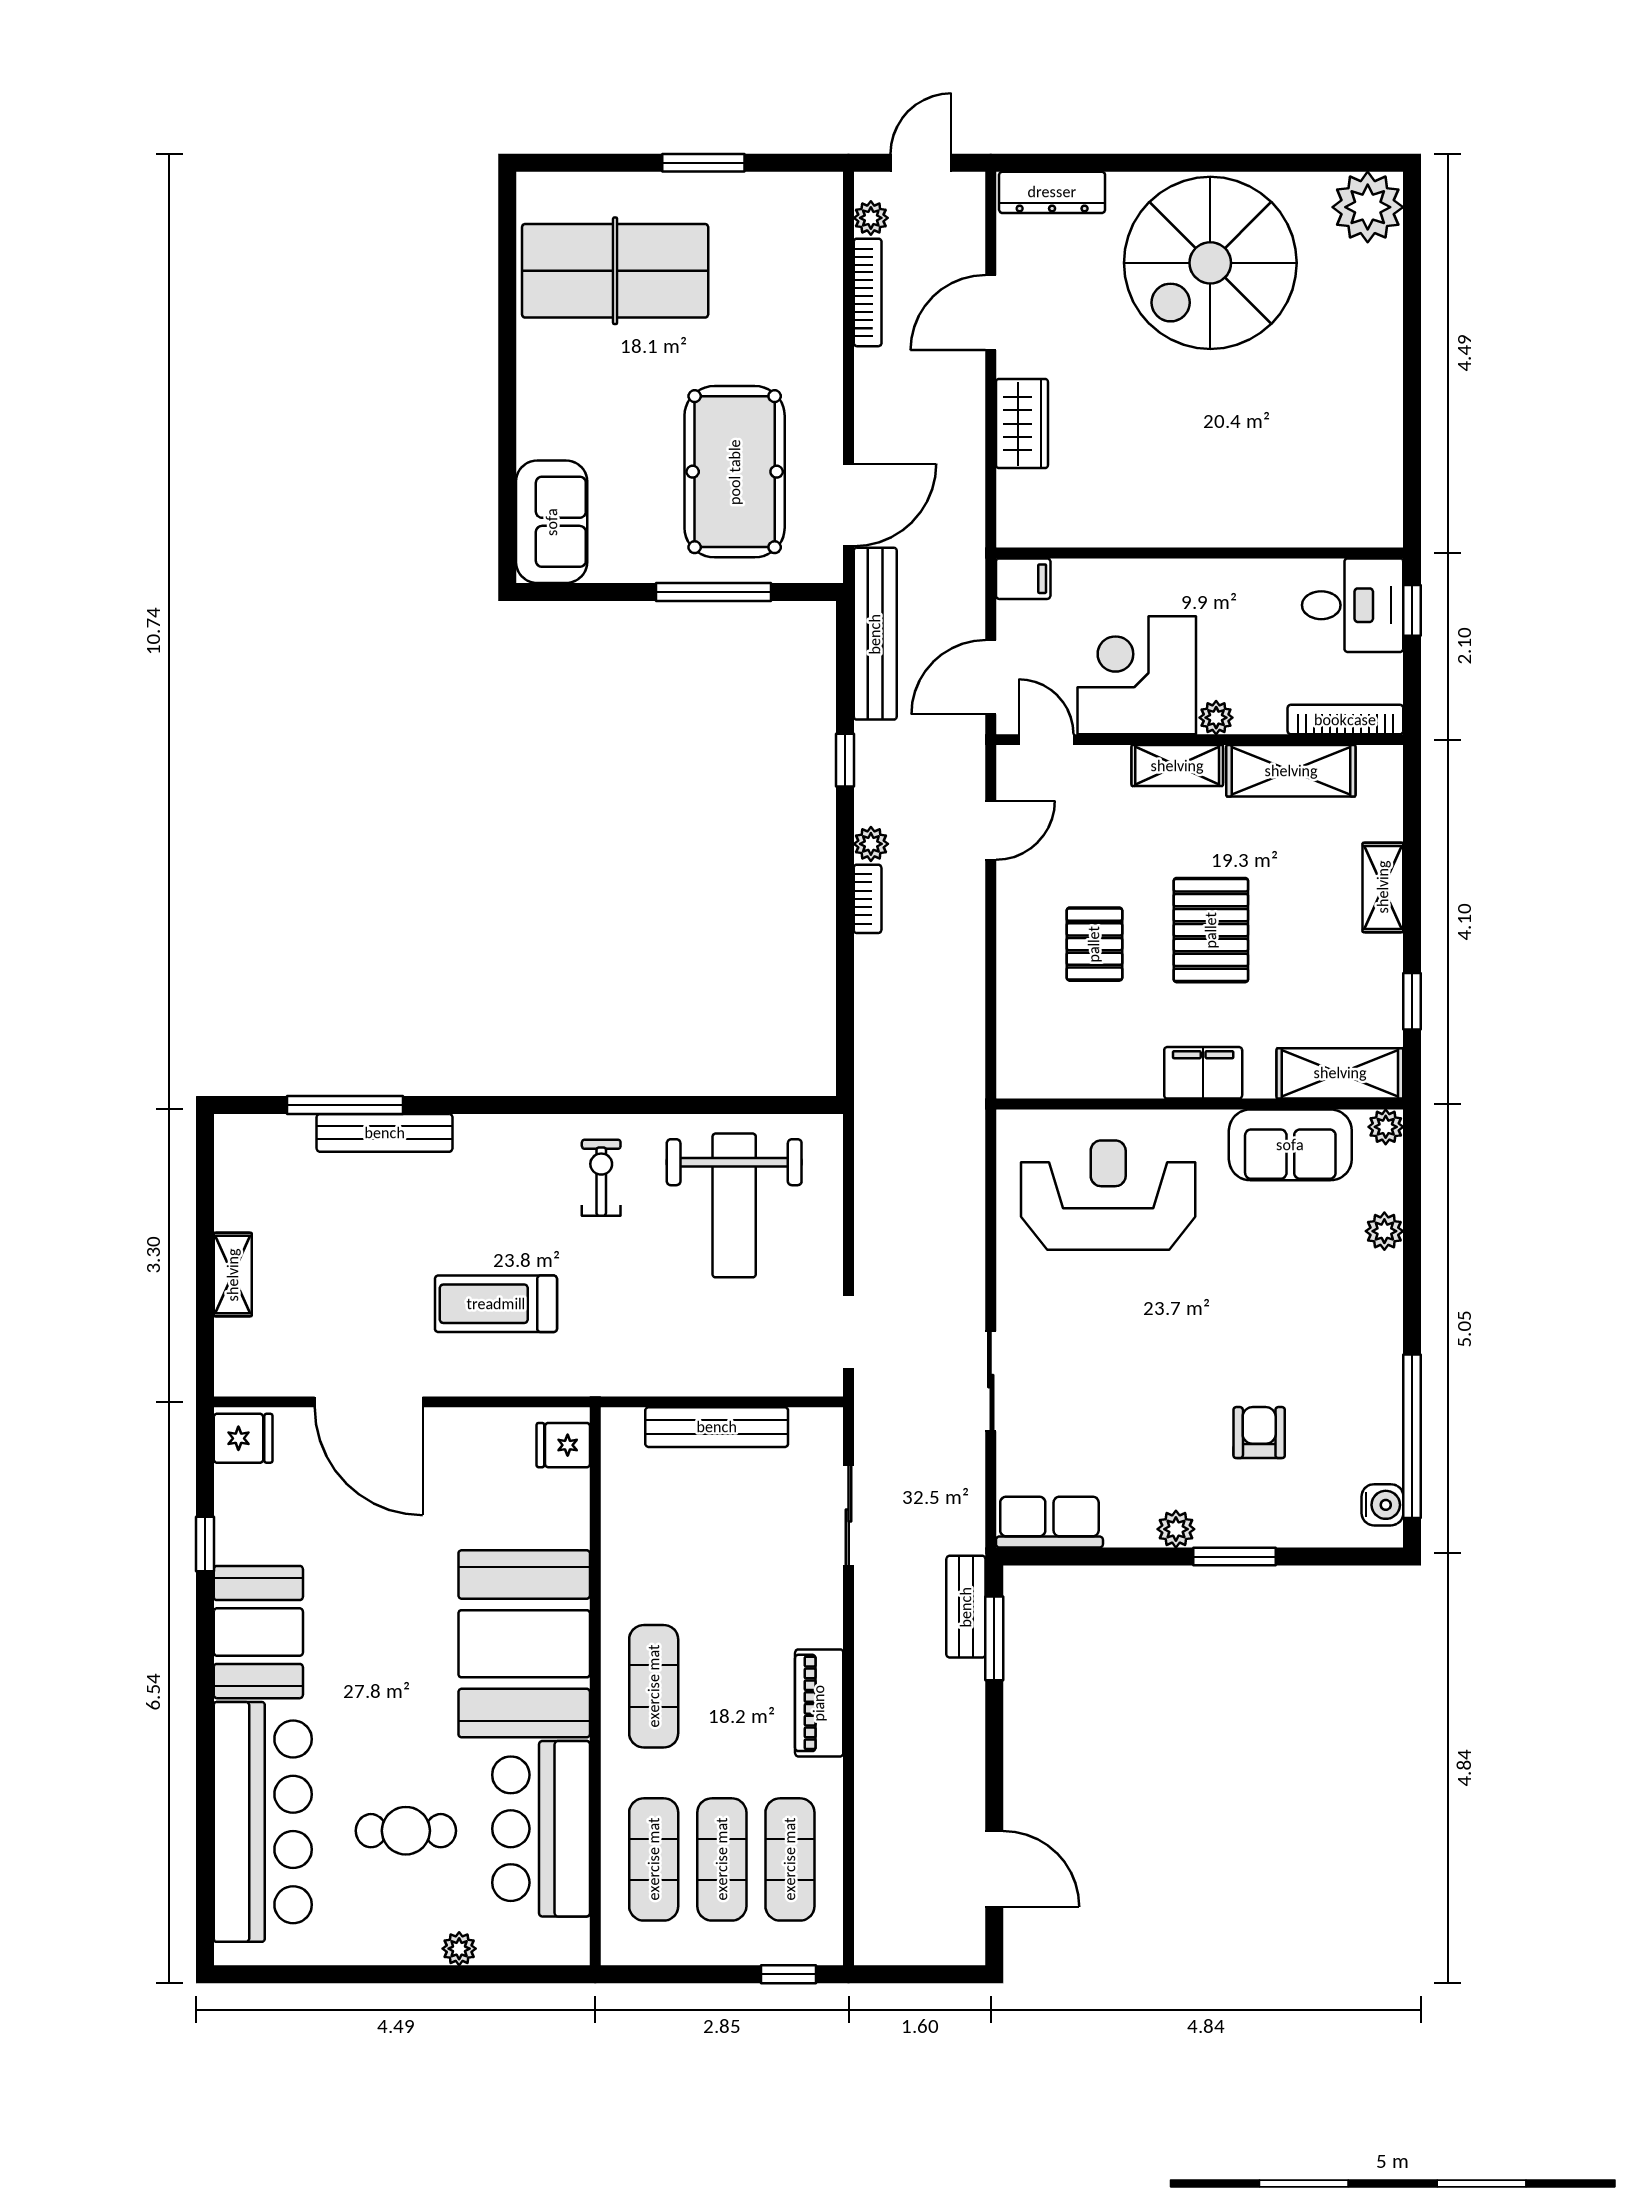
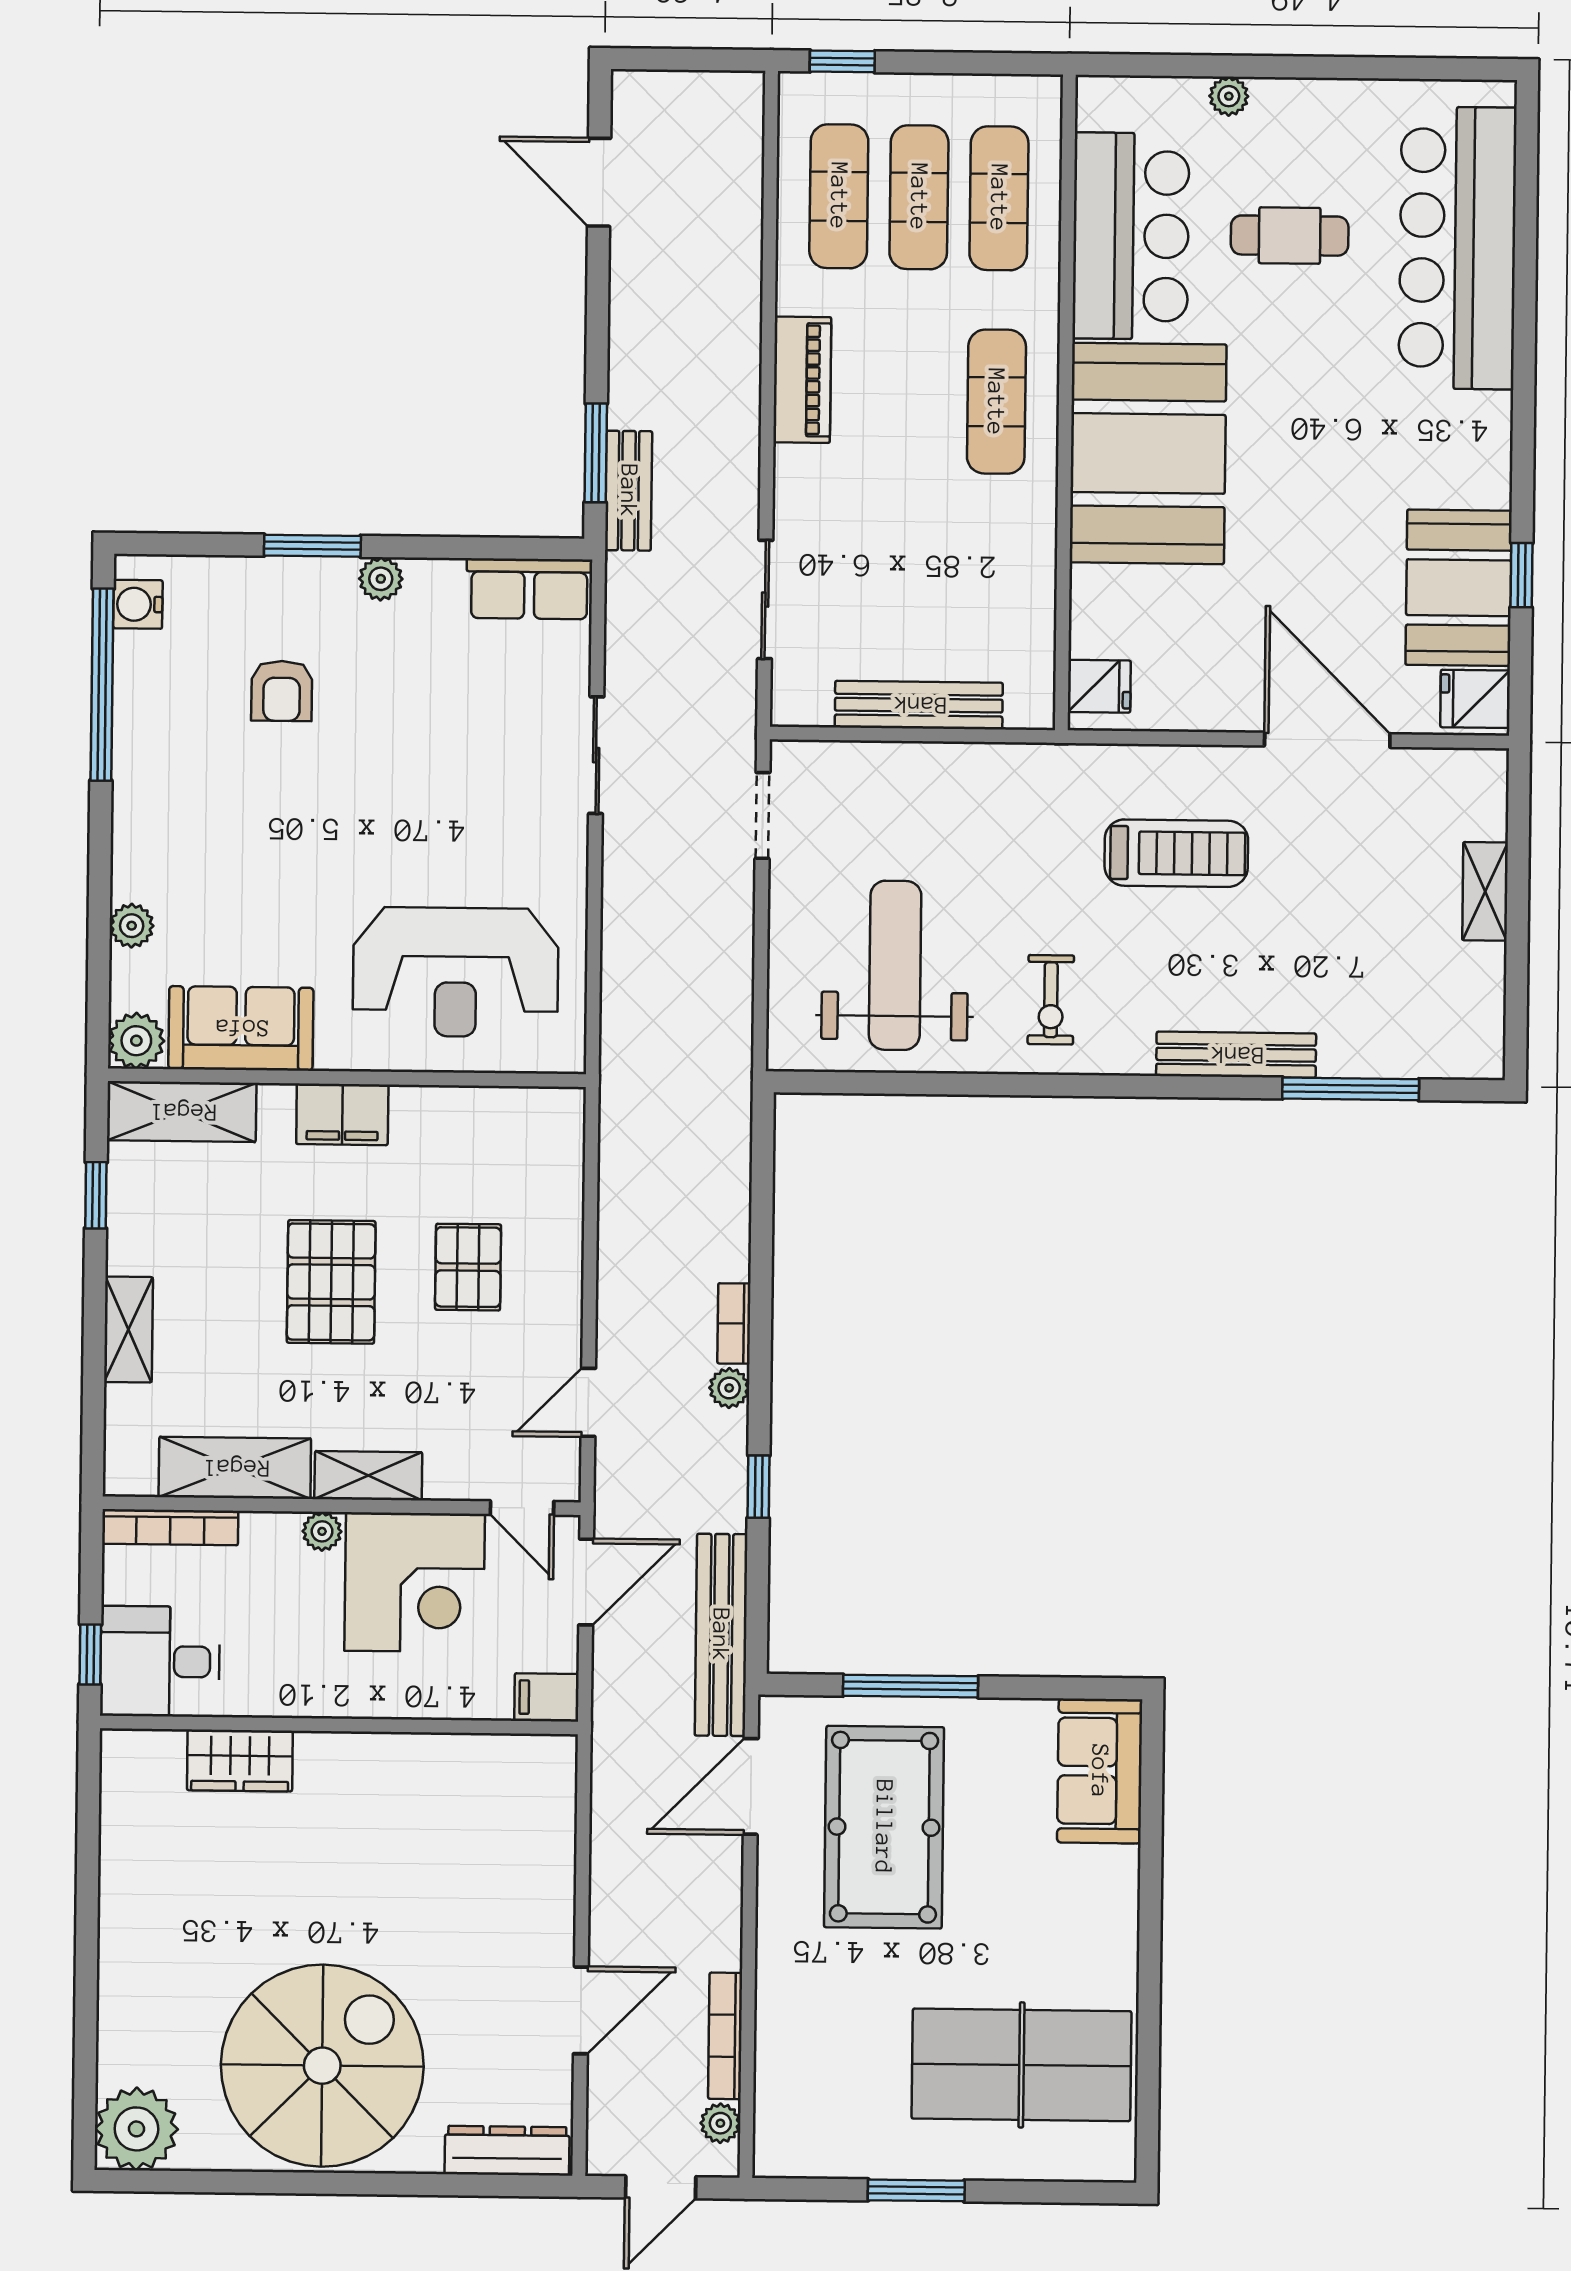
wardrobe: (1022, 424) -> (240, 1761), moved, turned -90
plant: (1386, 1127) -> (136, 1041), width x1.38, depth x1.38
bench: (385, 1133) -> (1236, 1055), moved
booth: (258, 1632) -> (1459, 588), moved

